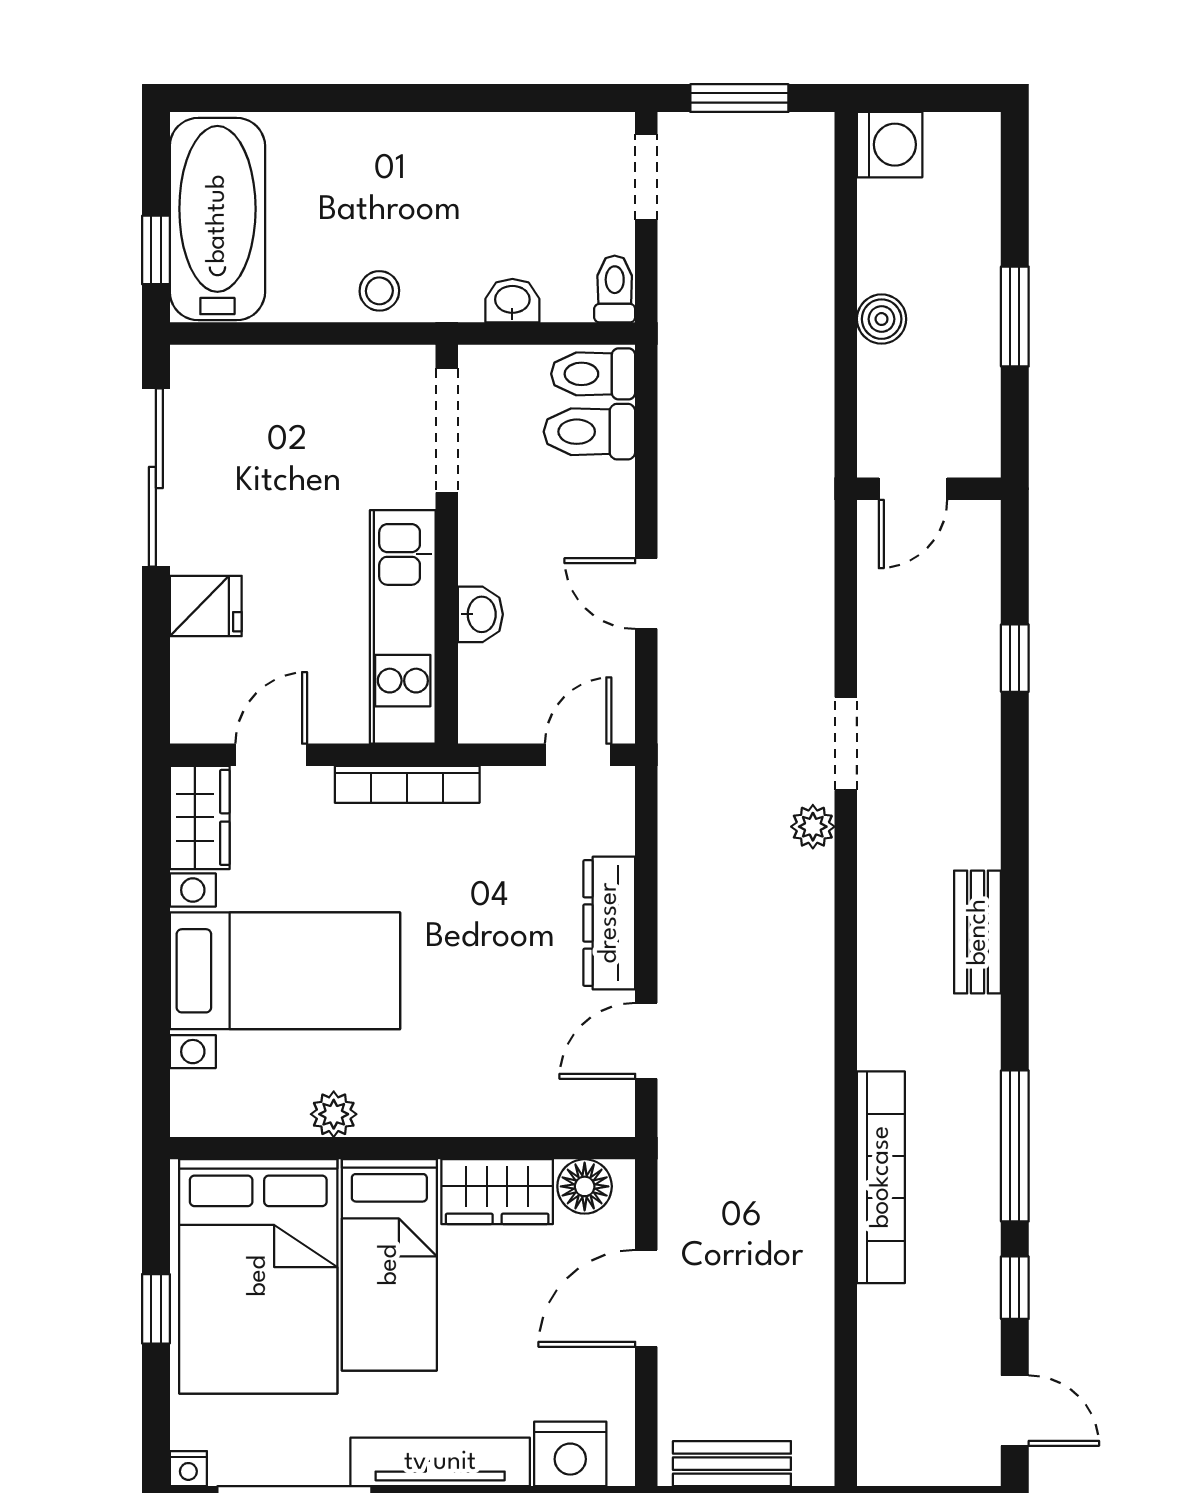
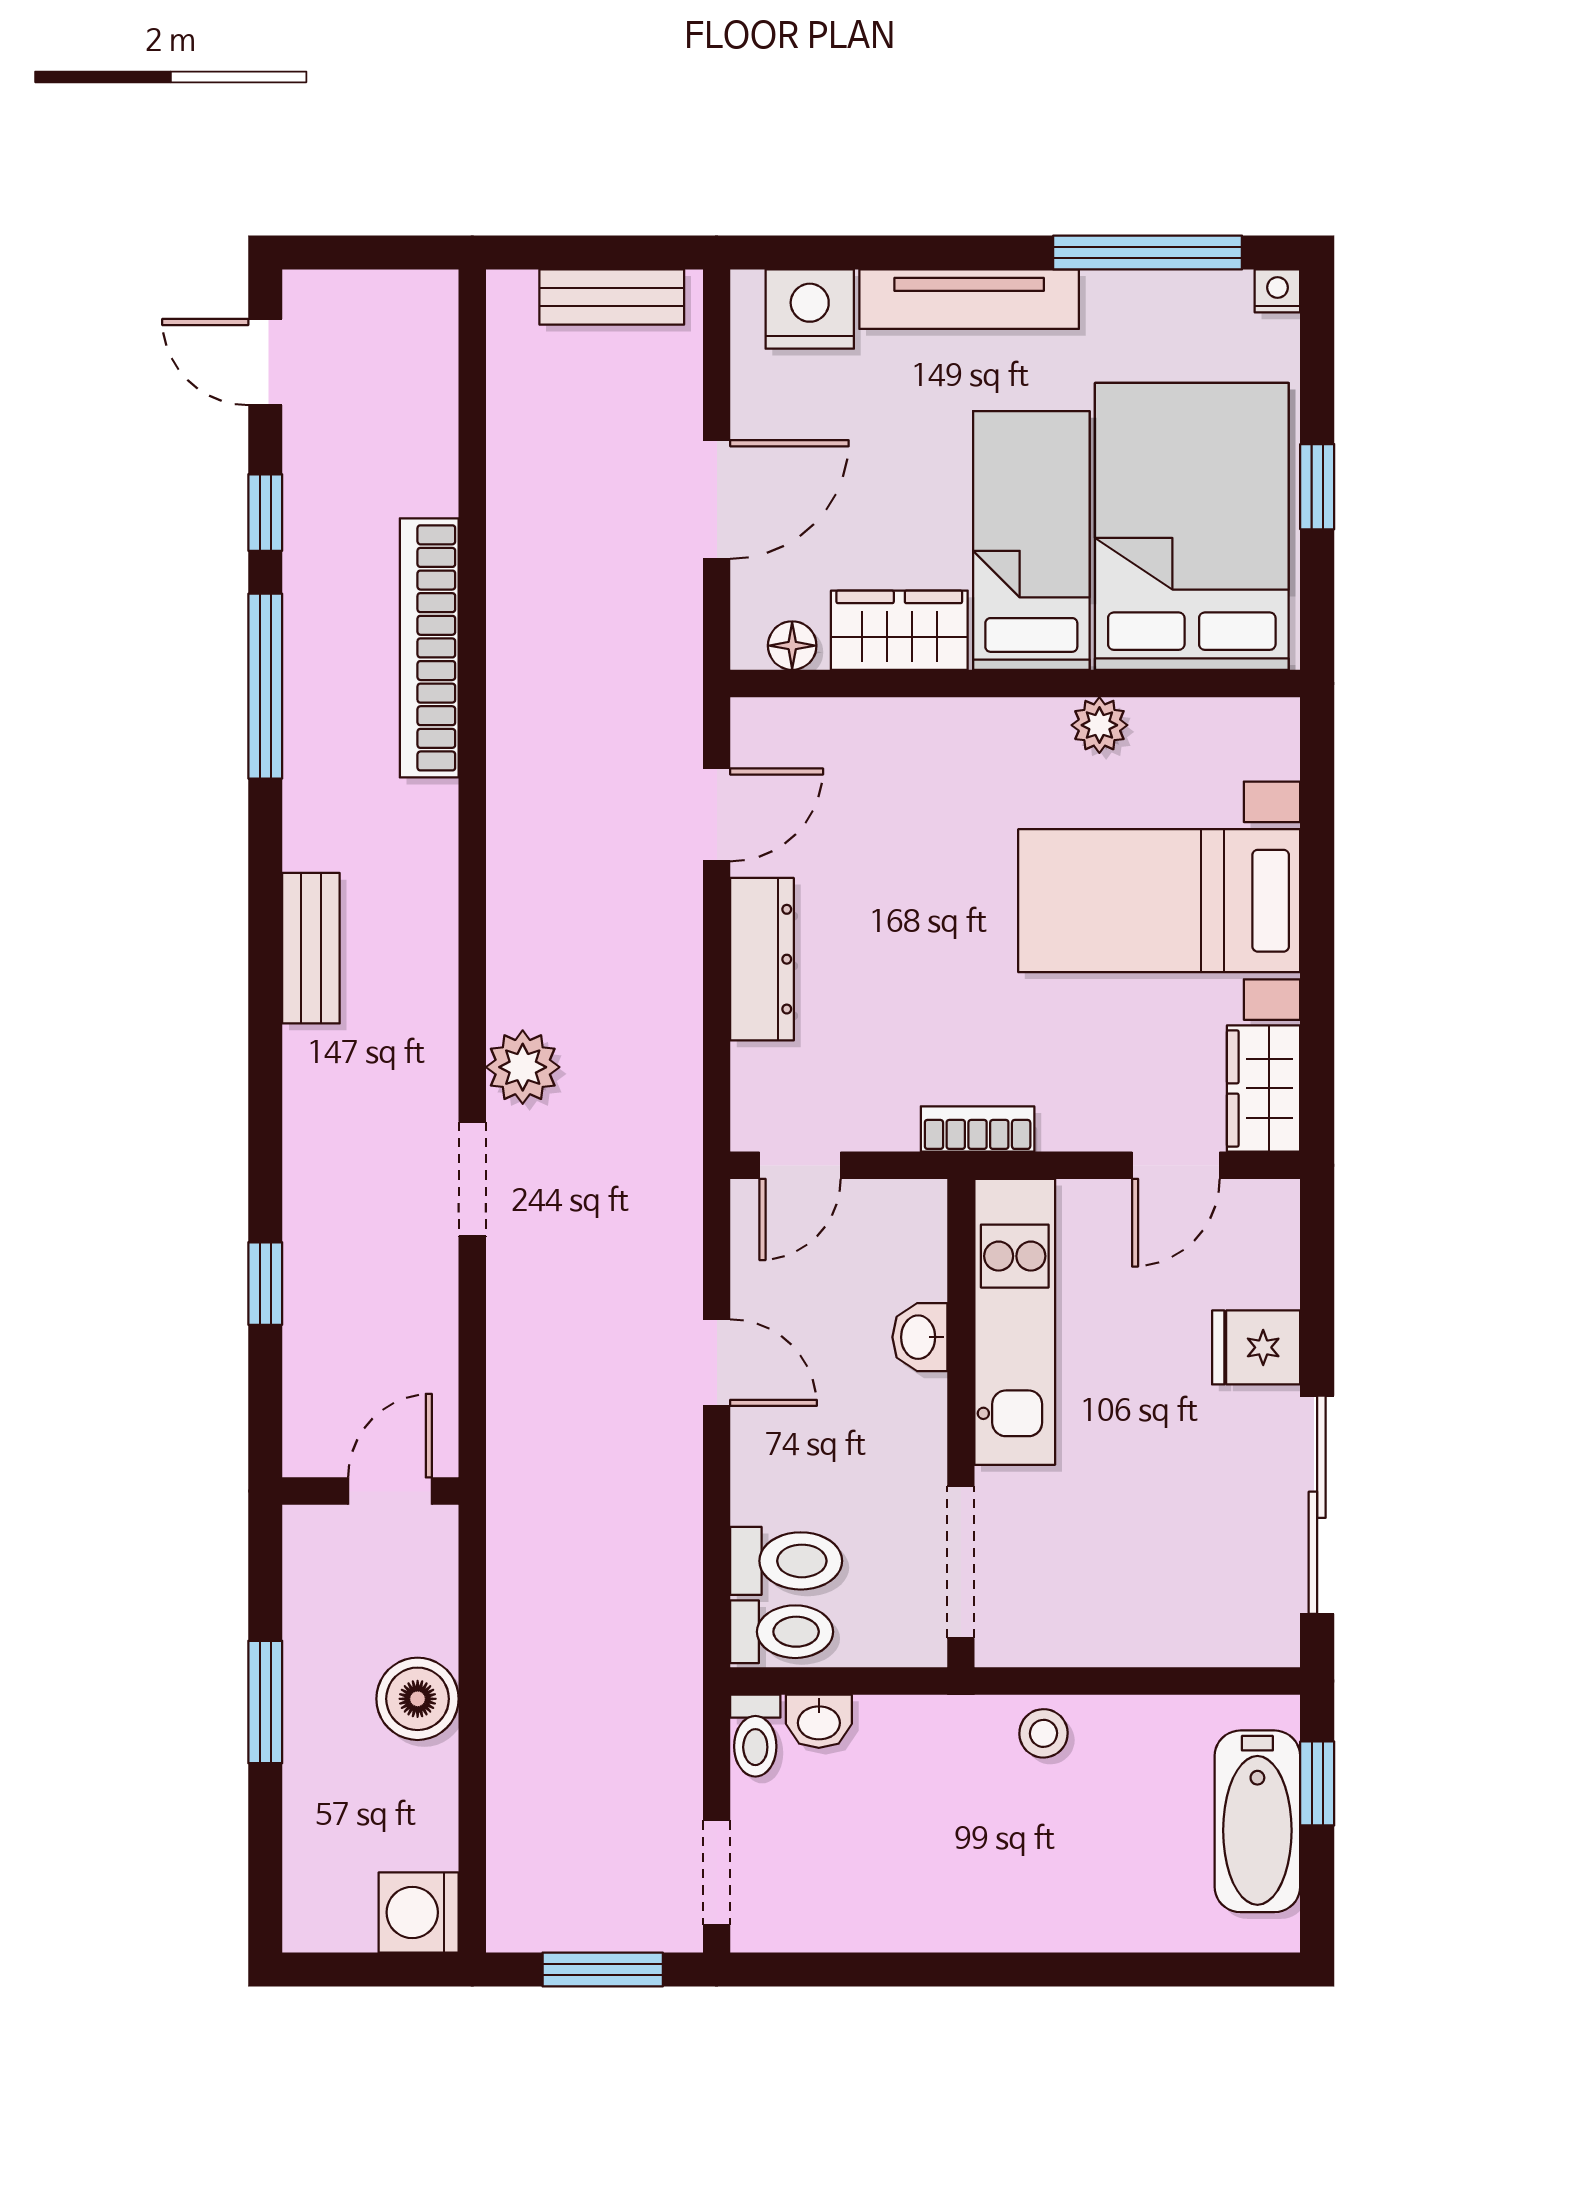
bathtub: (217, 219) -> (1257, 1821), width x0.73, depth x0.73
washbasin: (512, 301) -> (819, 1721), moved
boiler: (882, 319) -> (418, 1699), width x1.36, depth x1.36
bookcase: (407, 784) -> (978, 1129), width x0.64
plant: (813, 827) -> (523, 1067), width x1.38, depth x1.38
floor lamp: (585, 1186) -> (792, 646), width x0.73, depth x0.73

